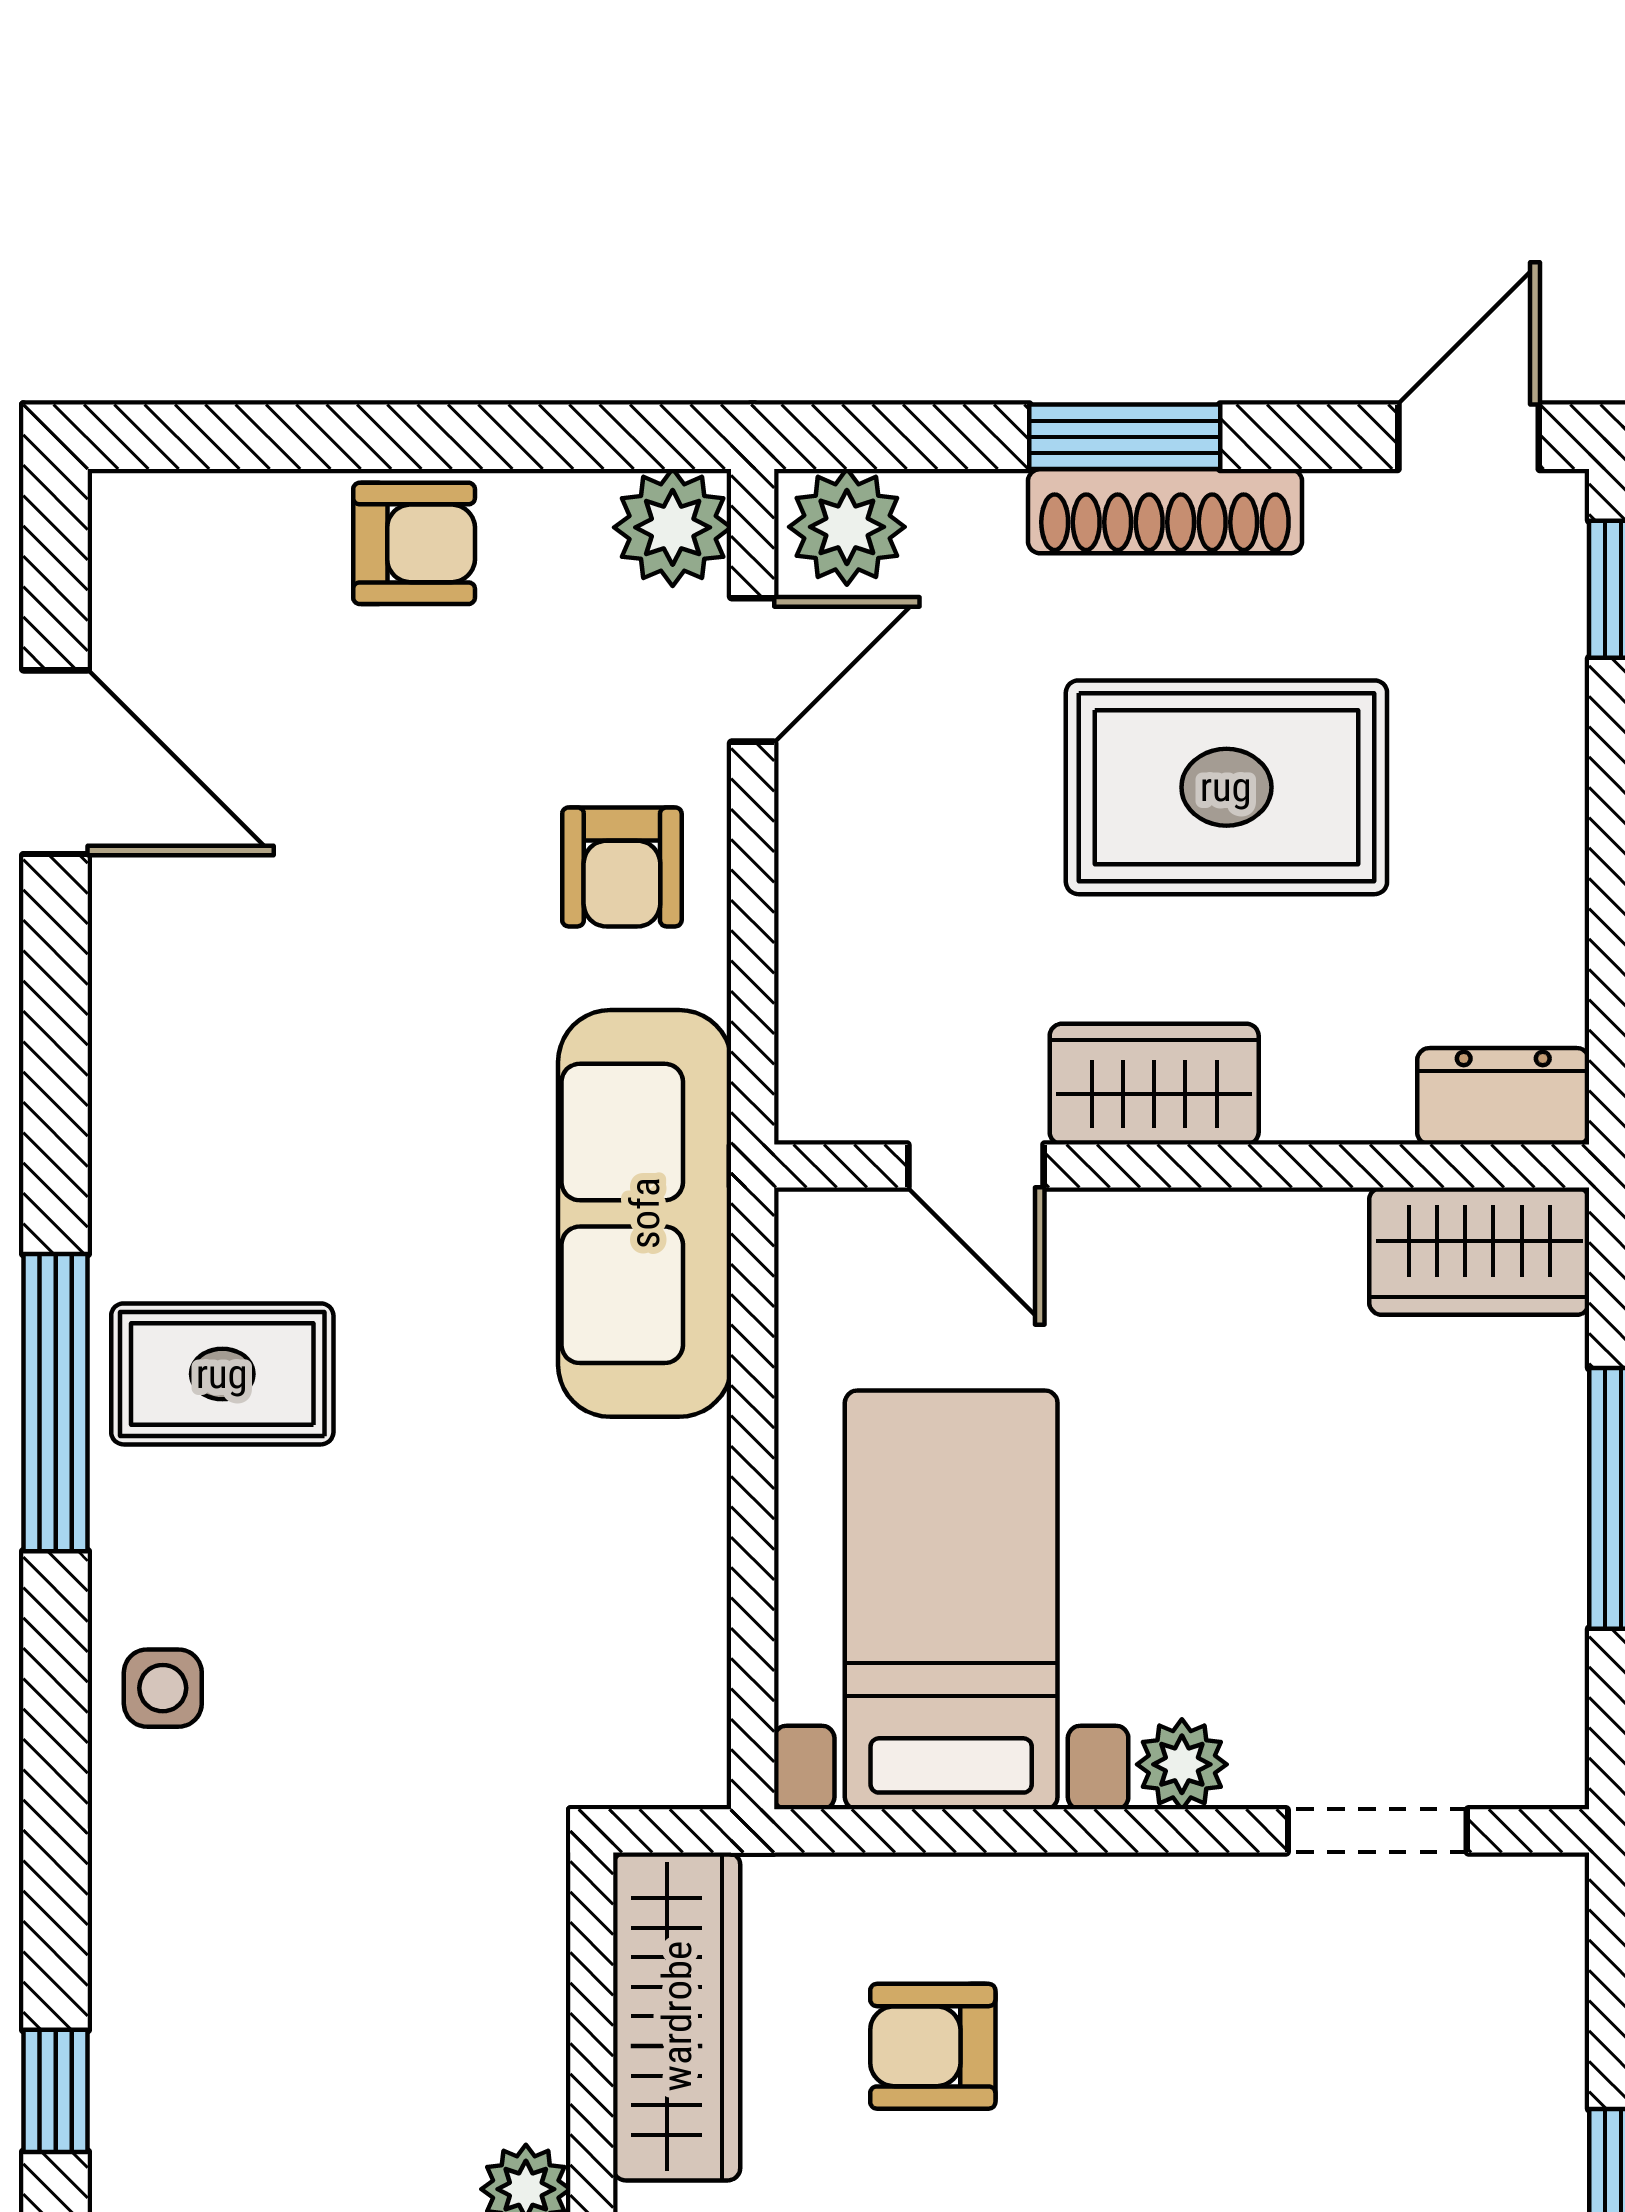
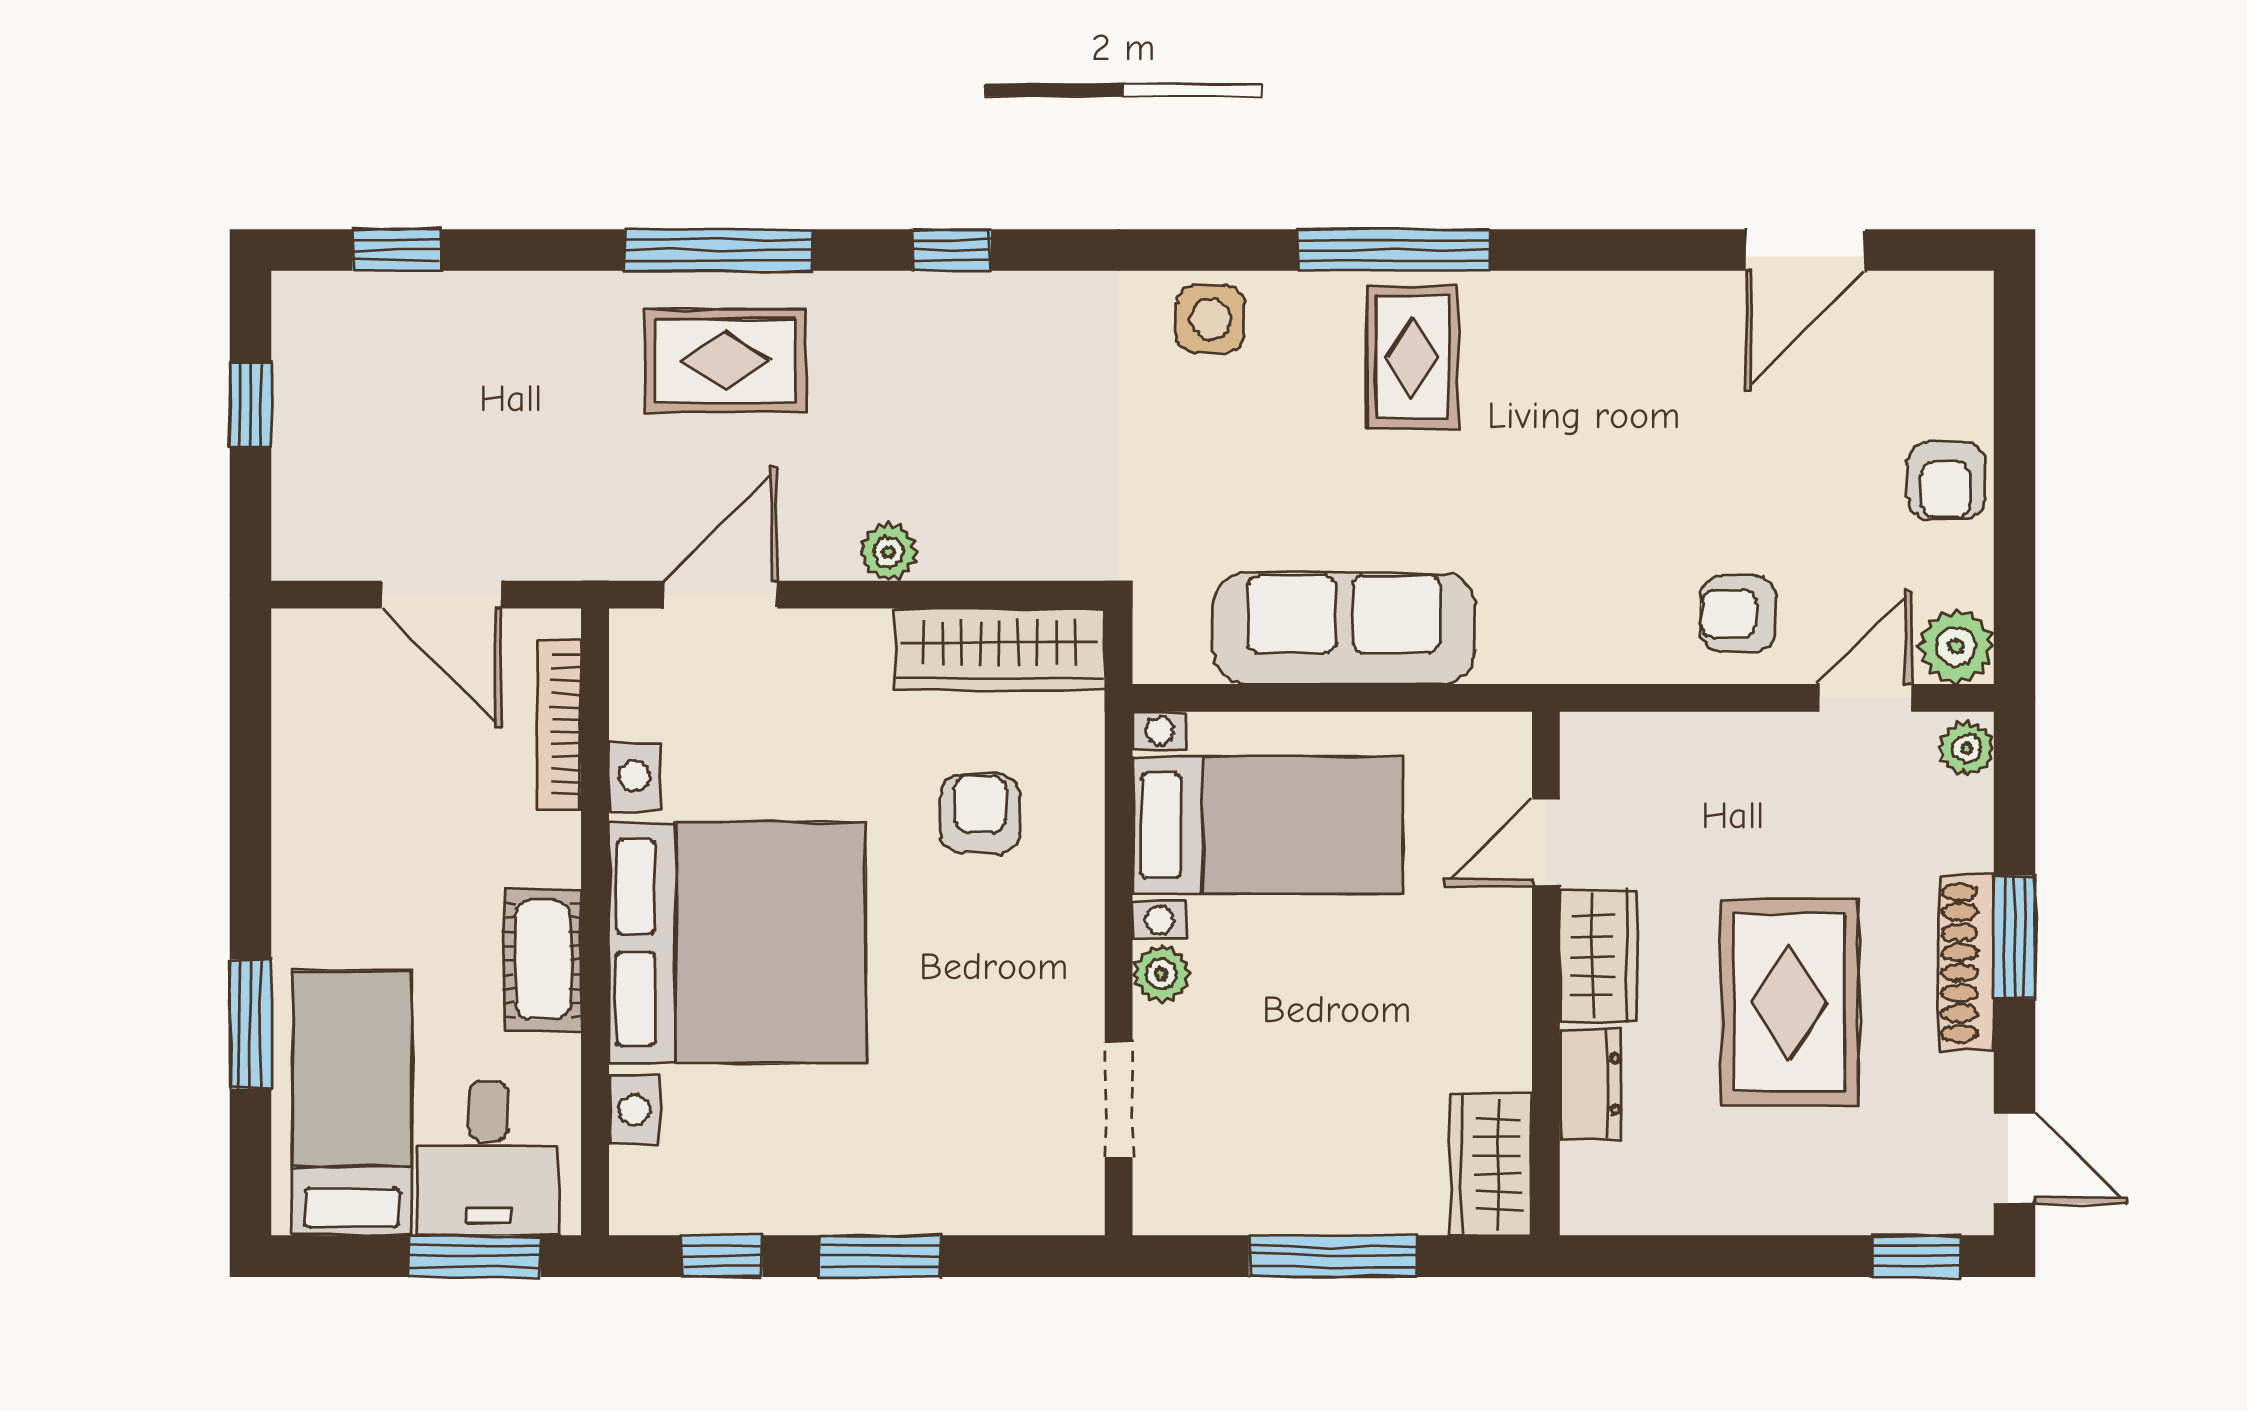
plant: (847, 527) -> (1967, 748), width x0.73, depth x0.73
door: (753, 670) -> (1865, 698), swing flipped
dresser: (1503, 1096) -> (1591, 1084), moved
sofa: (645, 1213) -> (1344, 629), moved
side table: (163, 1688) -> (1210, 319), width x1.37, depth x1.37

